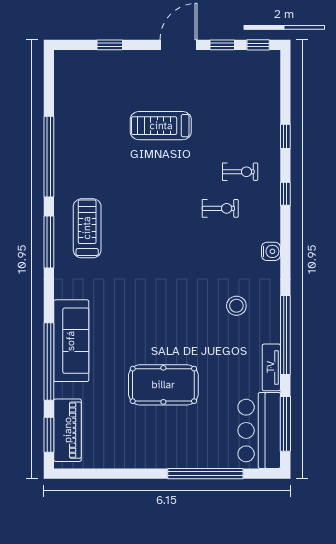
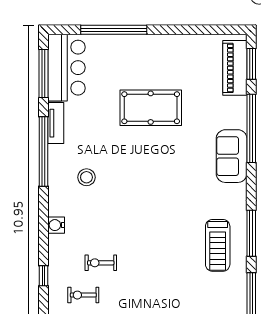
sofa: (71, 341) -> (232, 156), width x0.73

